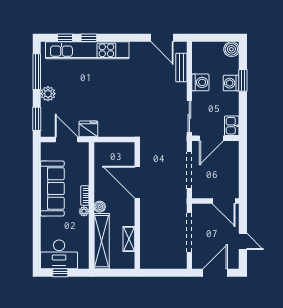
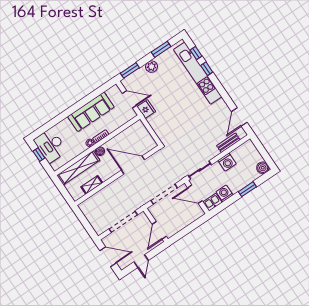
window: (37, 72) -> (161, 49), width x0.69
washing machine: (231, 83) -> (224, 193), moved
door: (66, 140) -> (129, 99), hinge flipped
door: (137, 182) -> (133, 165), hinge flipped

